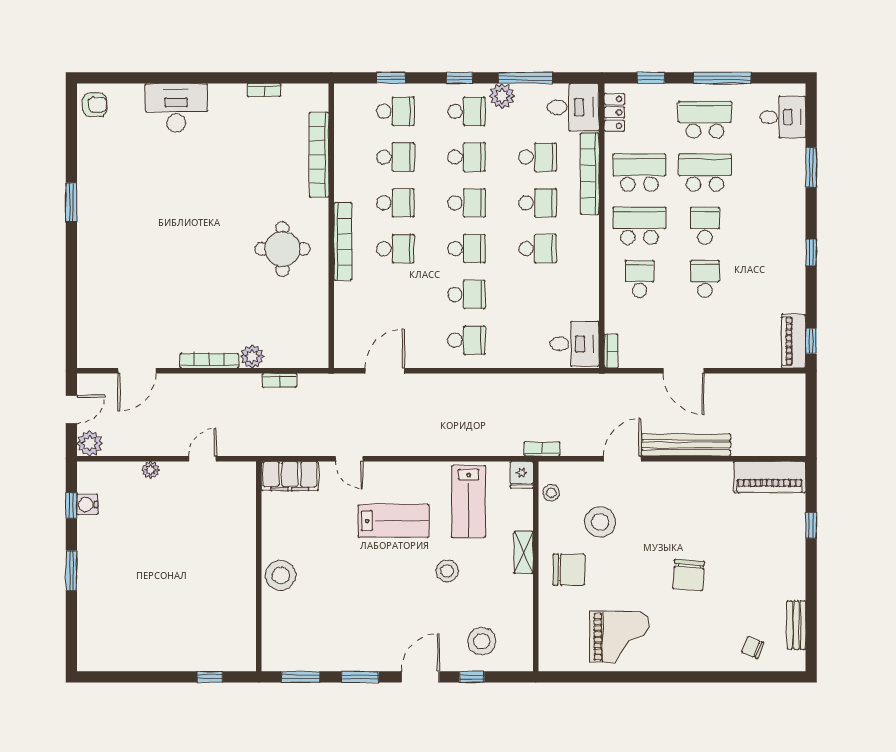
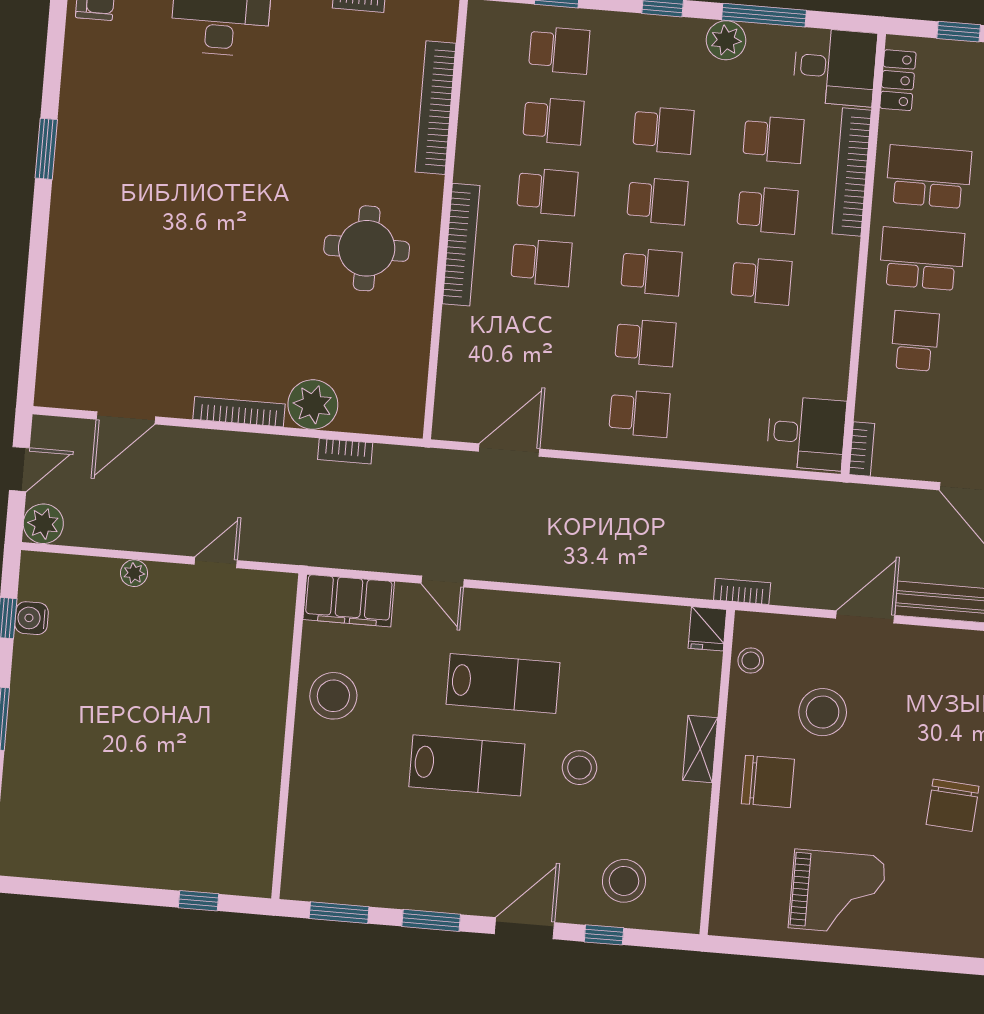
school desk: (467, 111) -> (669, 59), removed
plant: (252, 356) -> (313, 405), width x1.36, depth x1.36
lab bench: (469, 502) -> (467, 765), moved, turned -90
stool: (281, 575) -> (333, 696), moved

